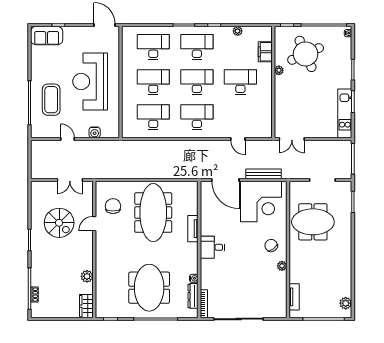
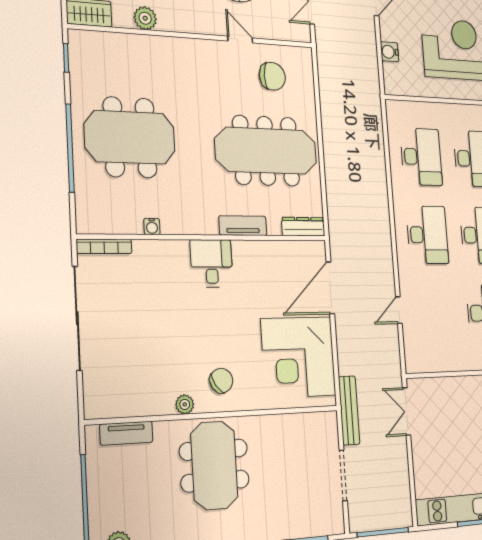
bench: (263, 174) -> (349, 410), moved
meeting table: (313, 222) -> (214, 465), moved
dresser: (193, 296) -> (303, 227), moved

